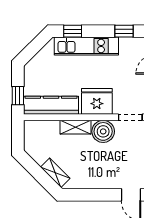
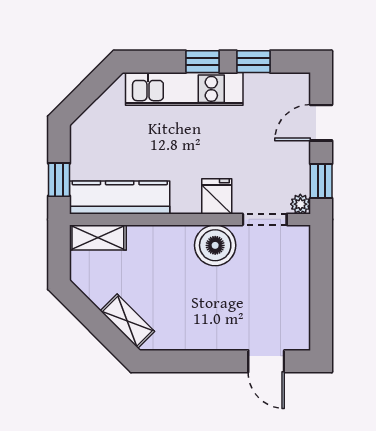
window: (73, 31) -> (203, 62), moved
fridge: (97, 101) -> (217, 196), width x0.53, depth x0.75
shelving: (75, 127) -> (98, 237), moved

